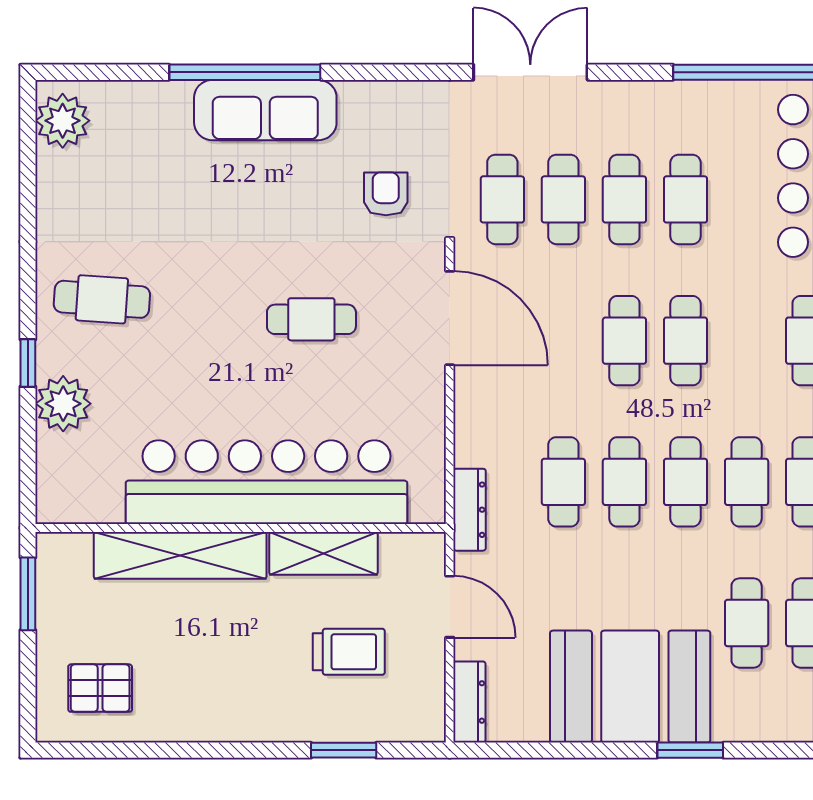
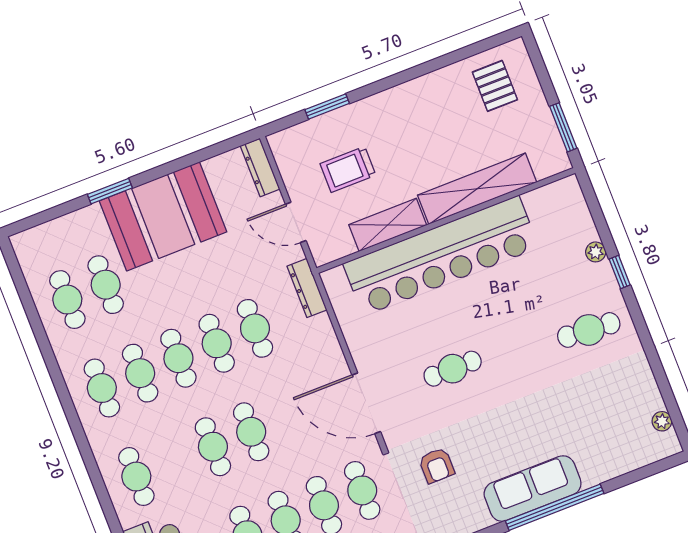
plant: (63, 121) -> (662, 421), width x0.53, depth x0.53
plant: (63, 404) -> (596, 252), width x0.53, depth x0.53
pallet: (100, 688) -> (495, 86), turned 90

